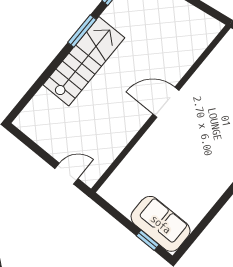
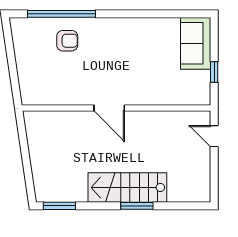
window: (82, 31) -> (137, 206), moved
window: (148, 240) -> (214, 72), moved

